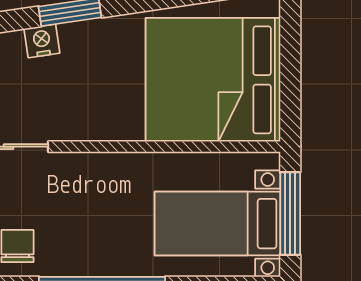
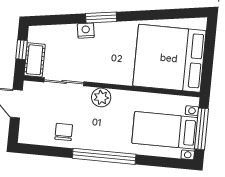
plant: (85, 171) -> (101, 97), added

